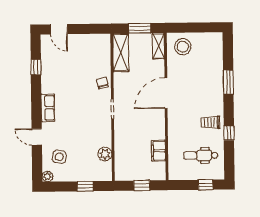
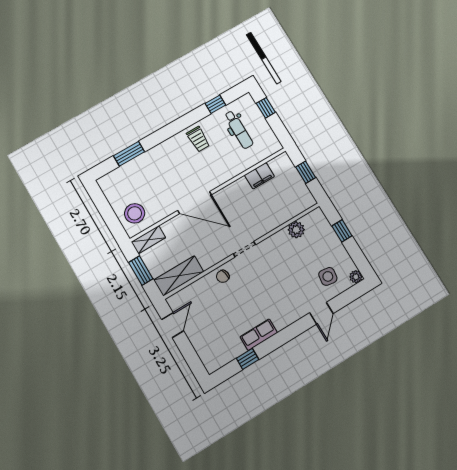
door: (59, 29) -> (173, 325), moved
window: (228, 82) -> (129, 154), moved
row of seats: (48, 108) -> (259, 335), moved
window: (229, 133) -> (215, 104), moved

